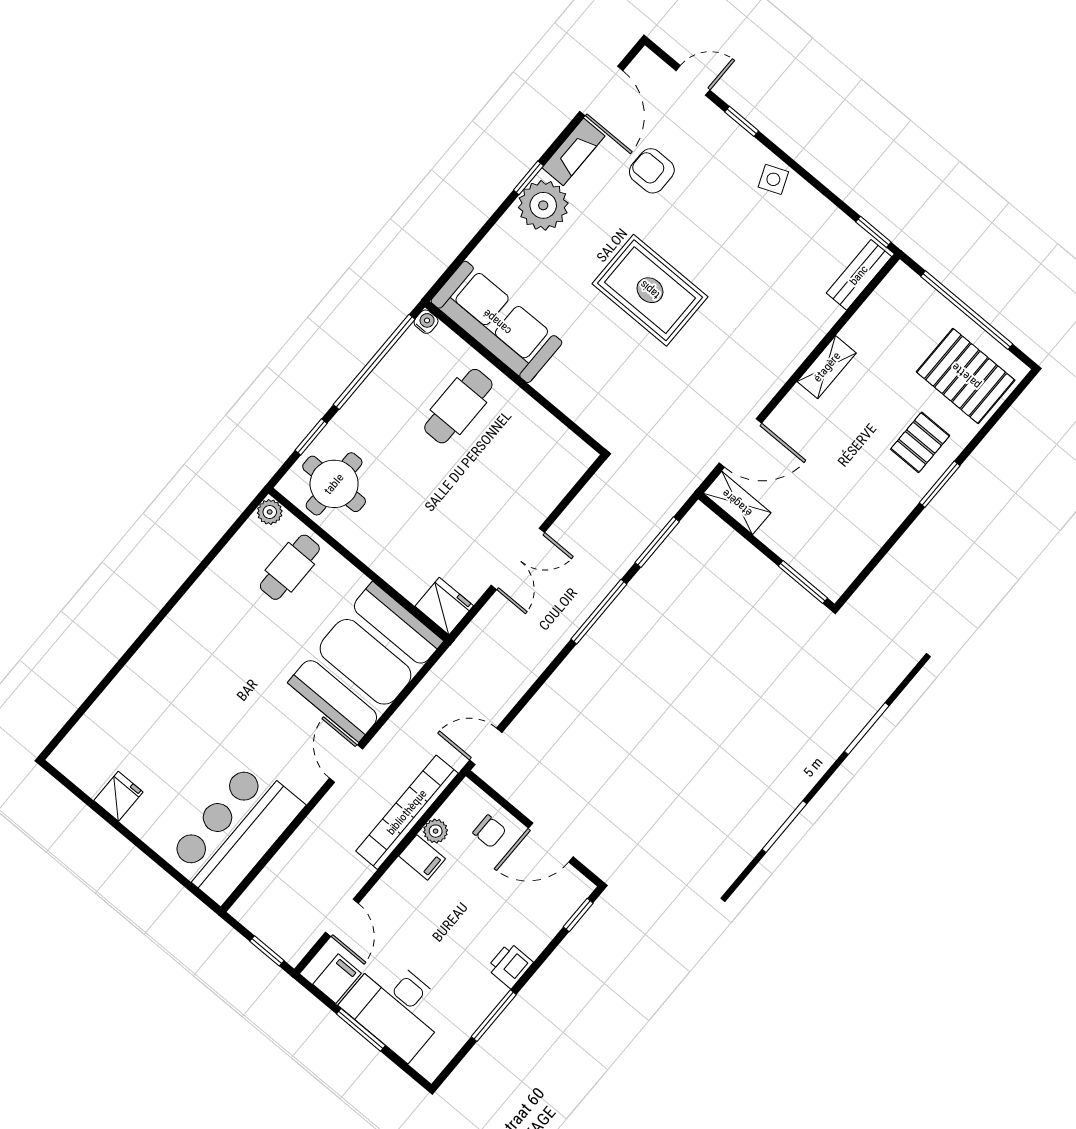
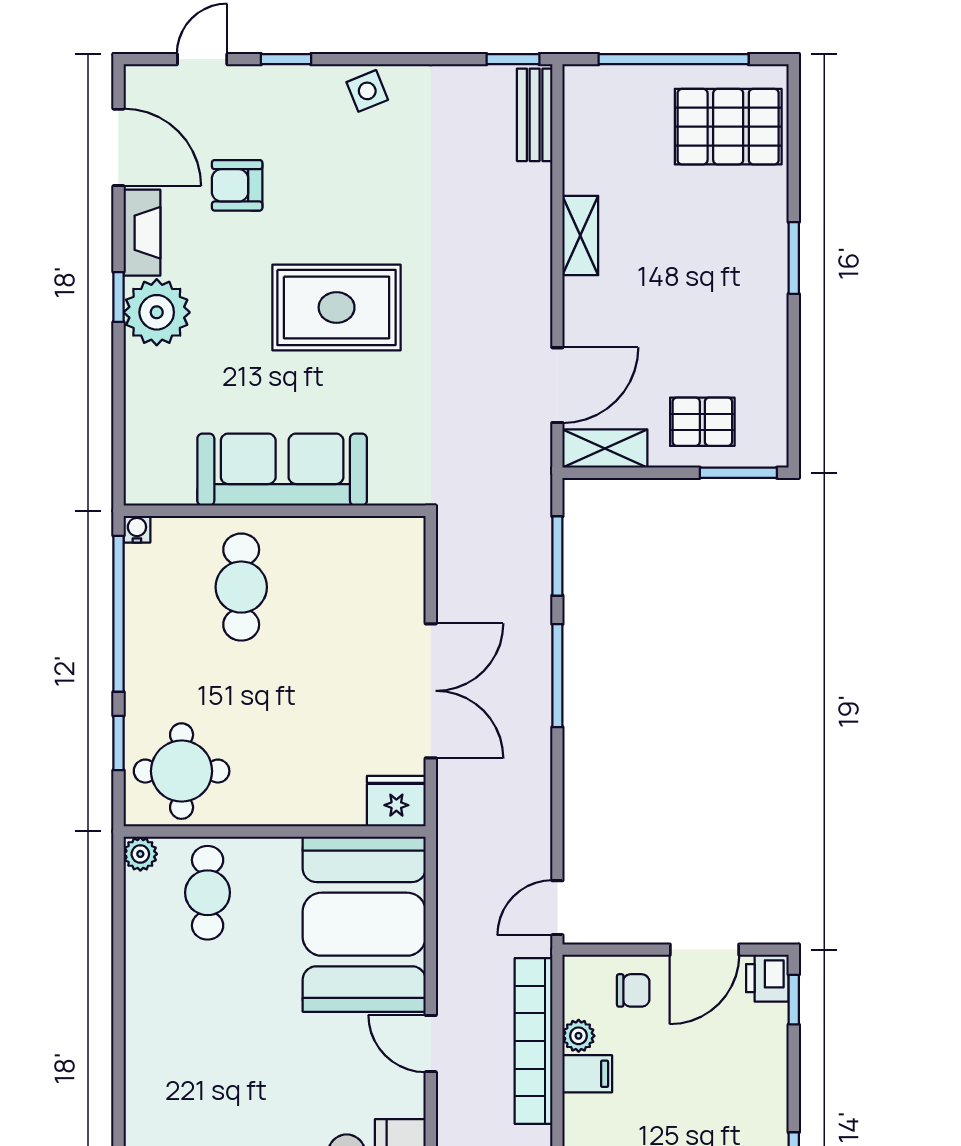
sofa: (497, 322) -> (282, 470), moved
pallet: (920, 442) -> (702, 422), moved, turned 90
double door: (518, 559) -> (431, 691), width x1.37
printer: (510, 965) -> (767, 978), moved

